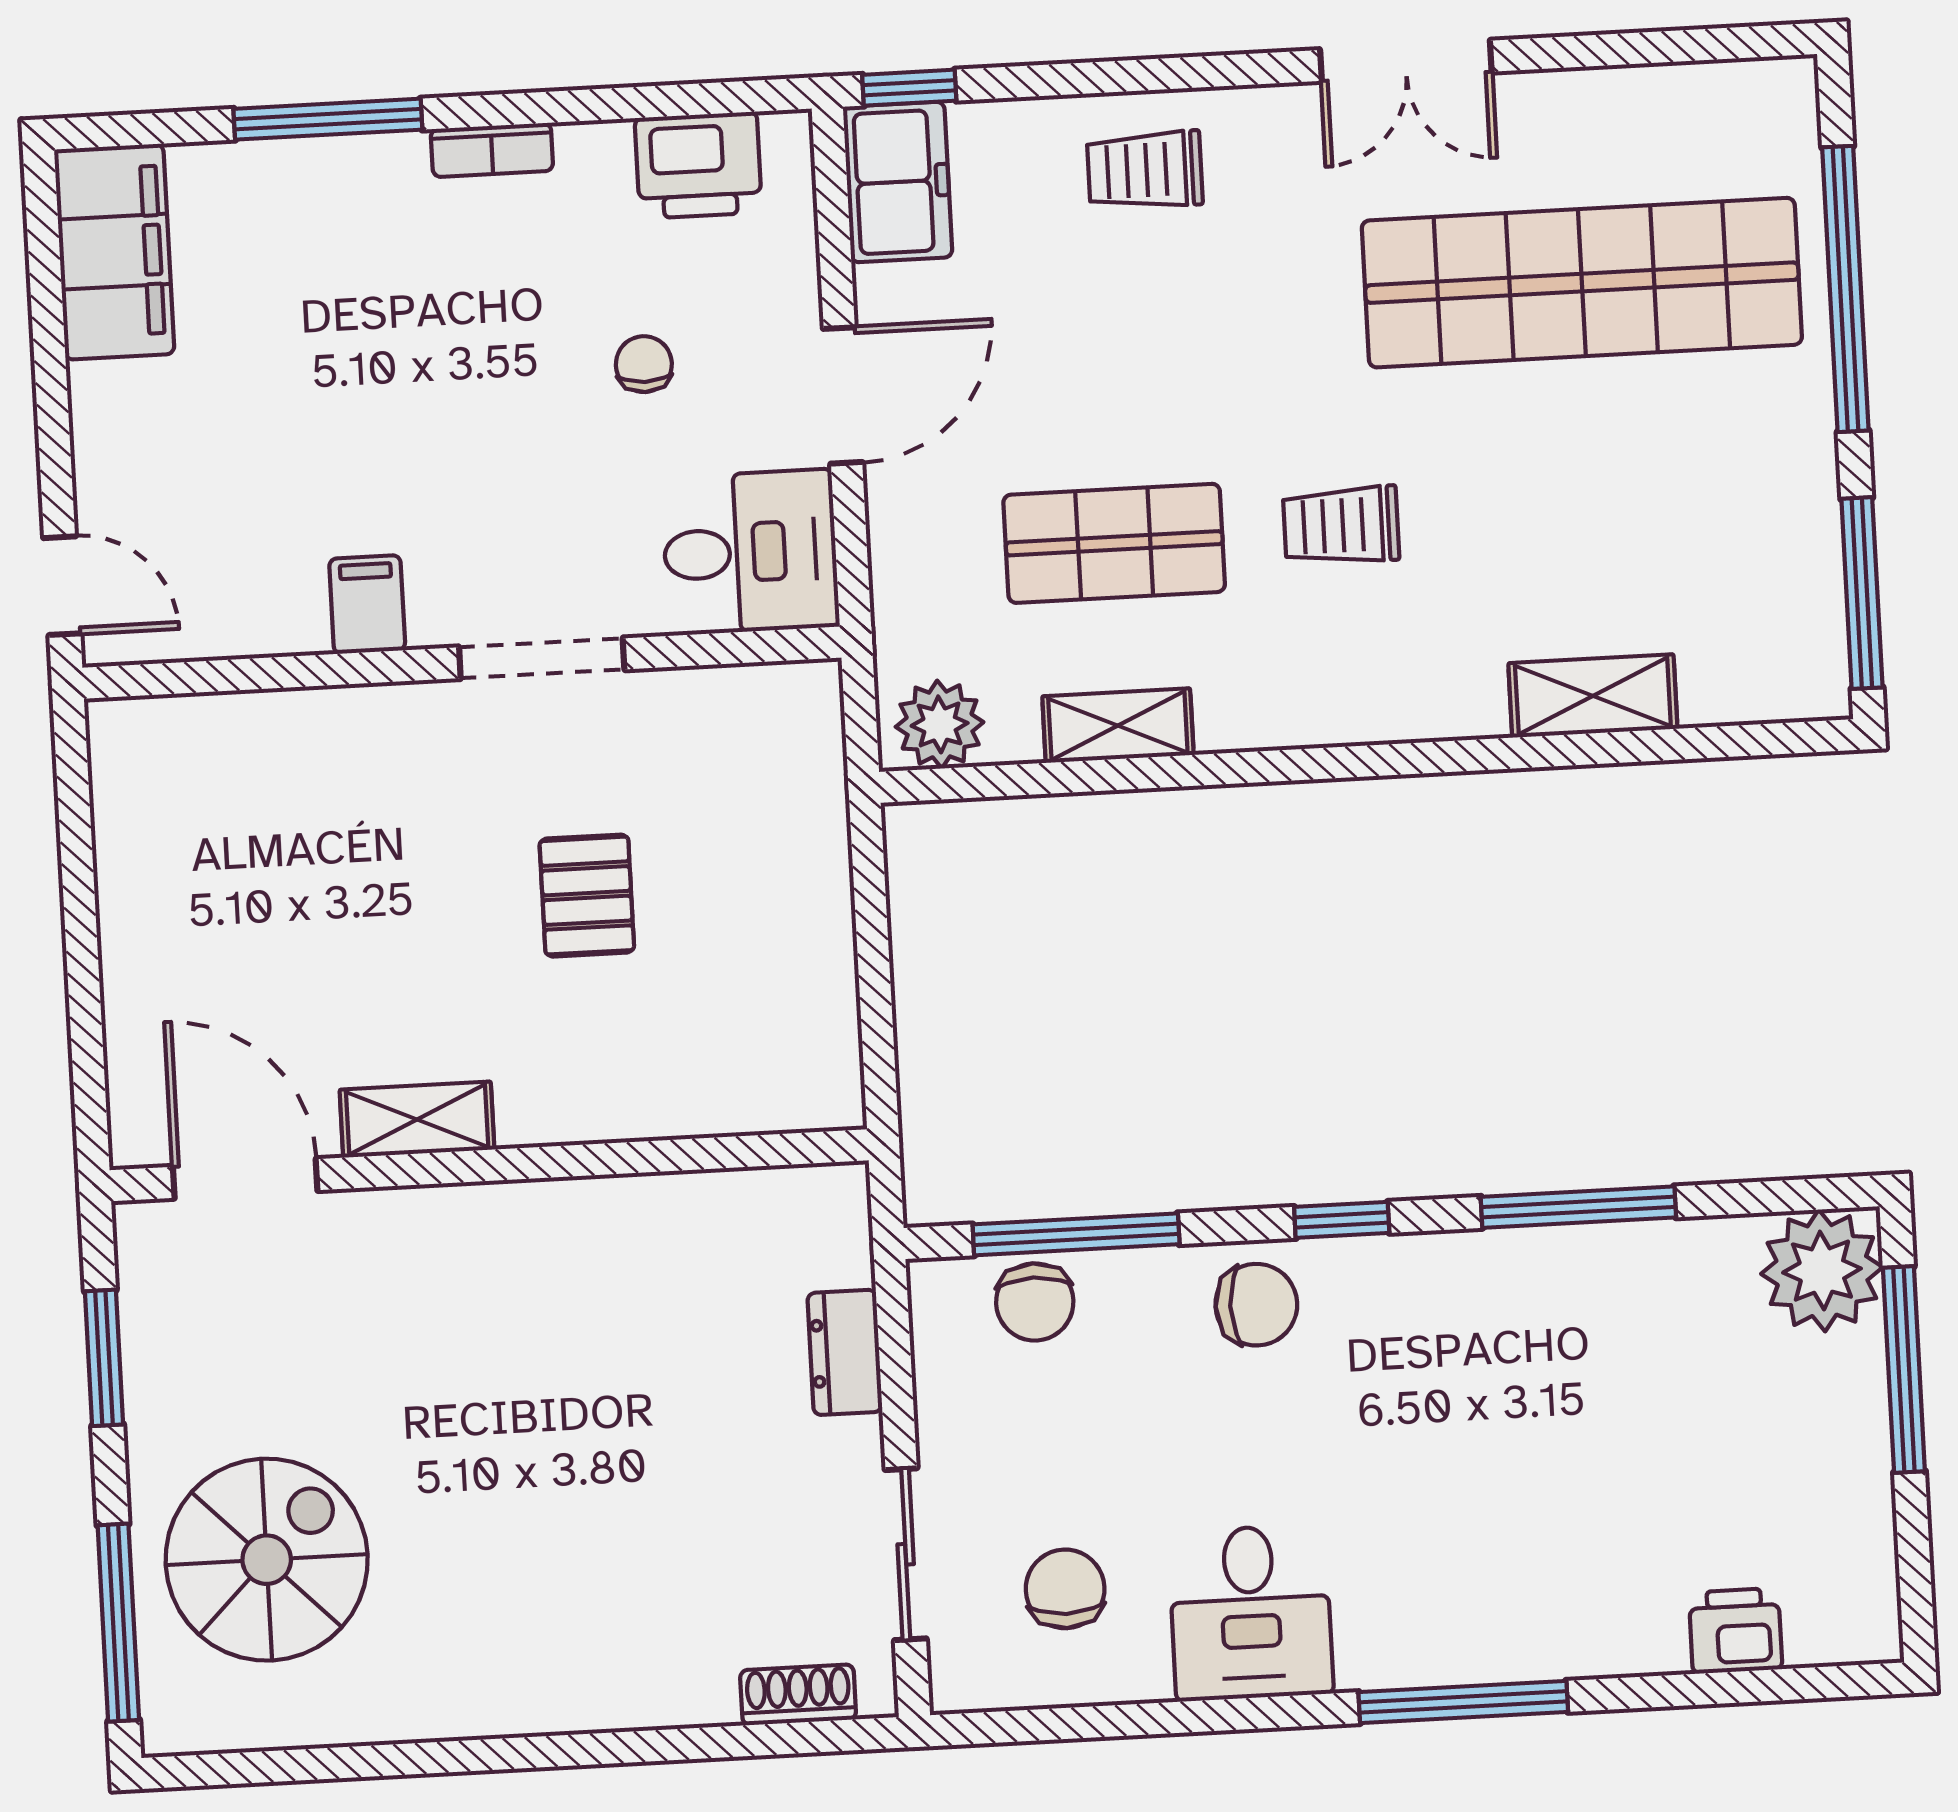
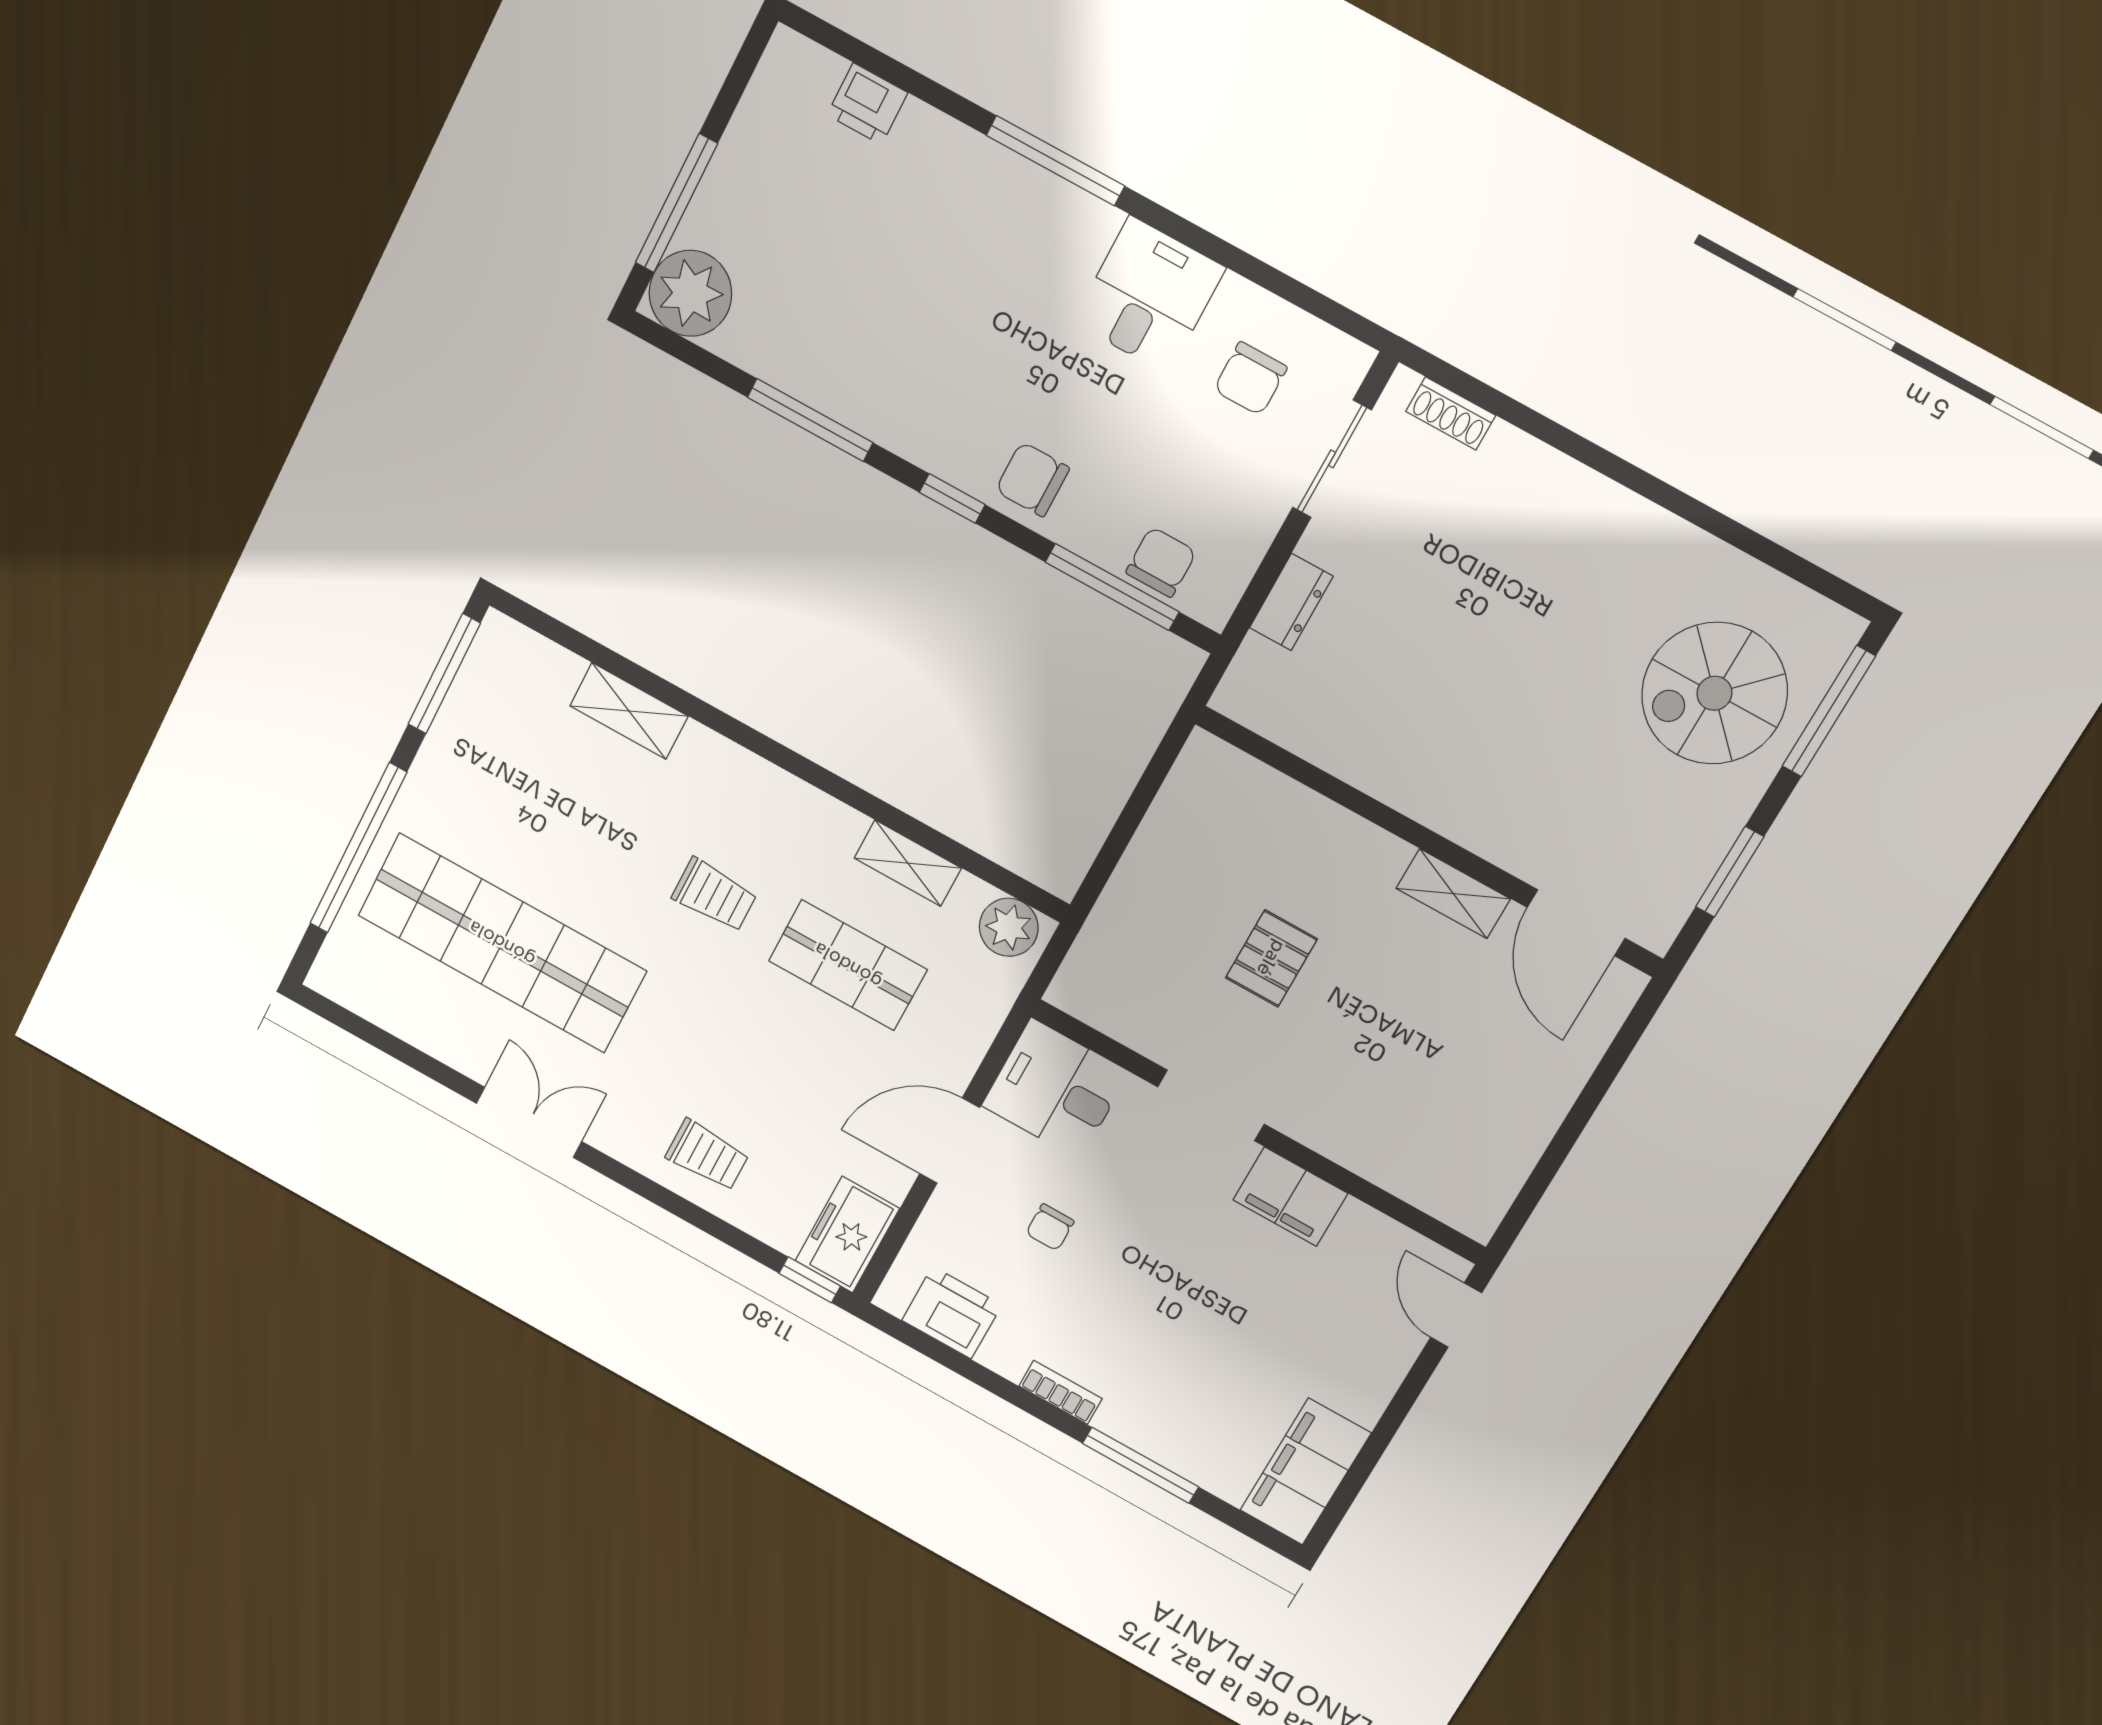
filing cabinet: (367, 604) -> (1290, 1197), width x2.00

